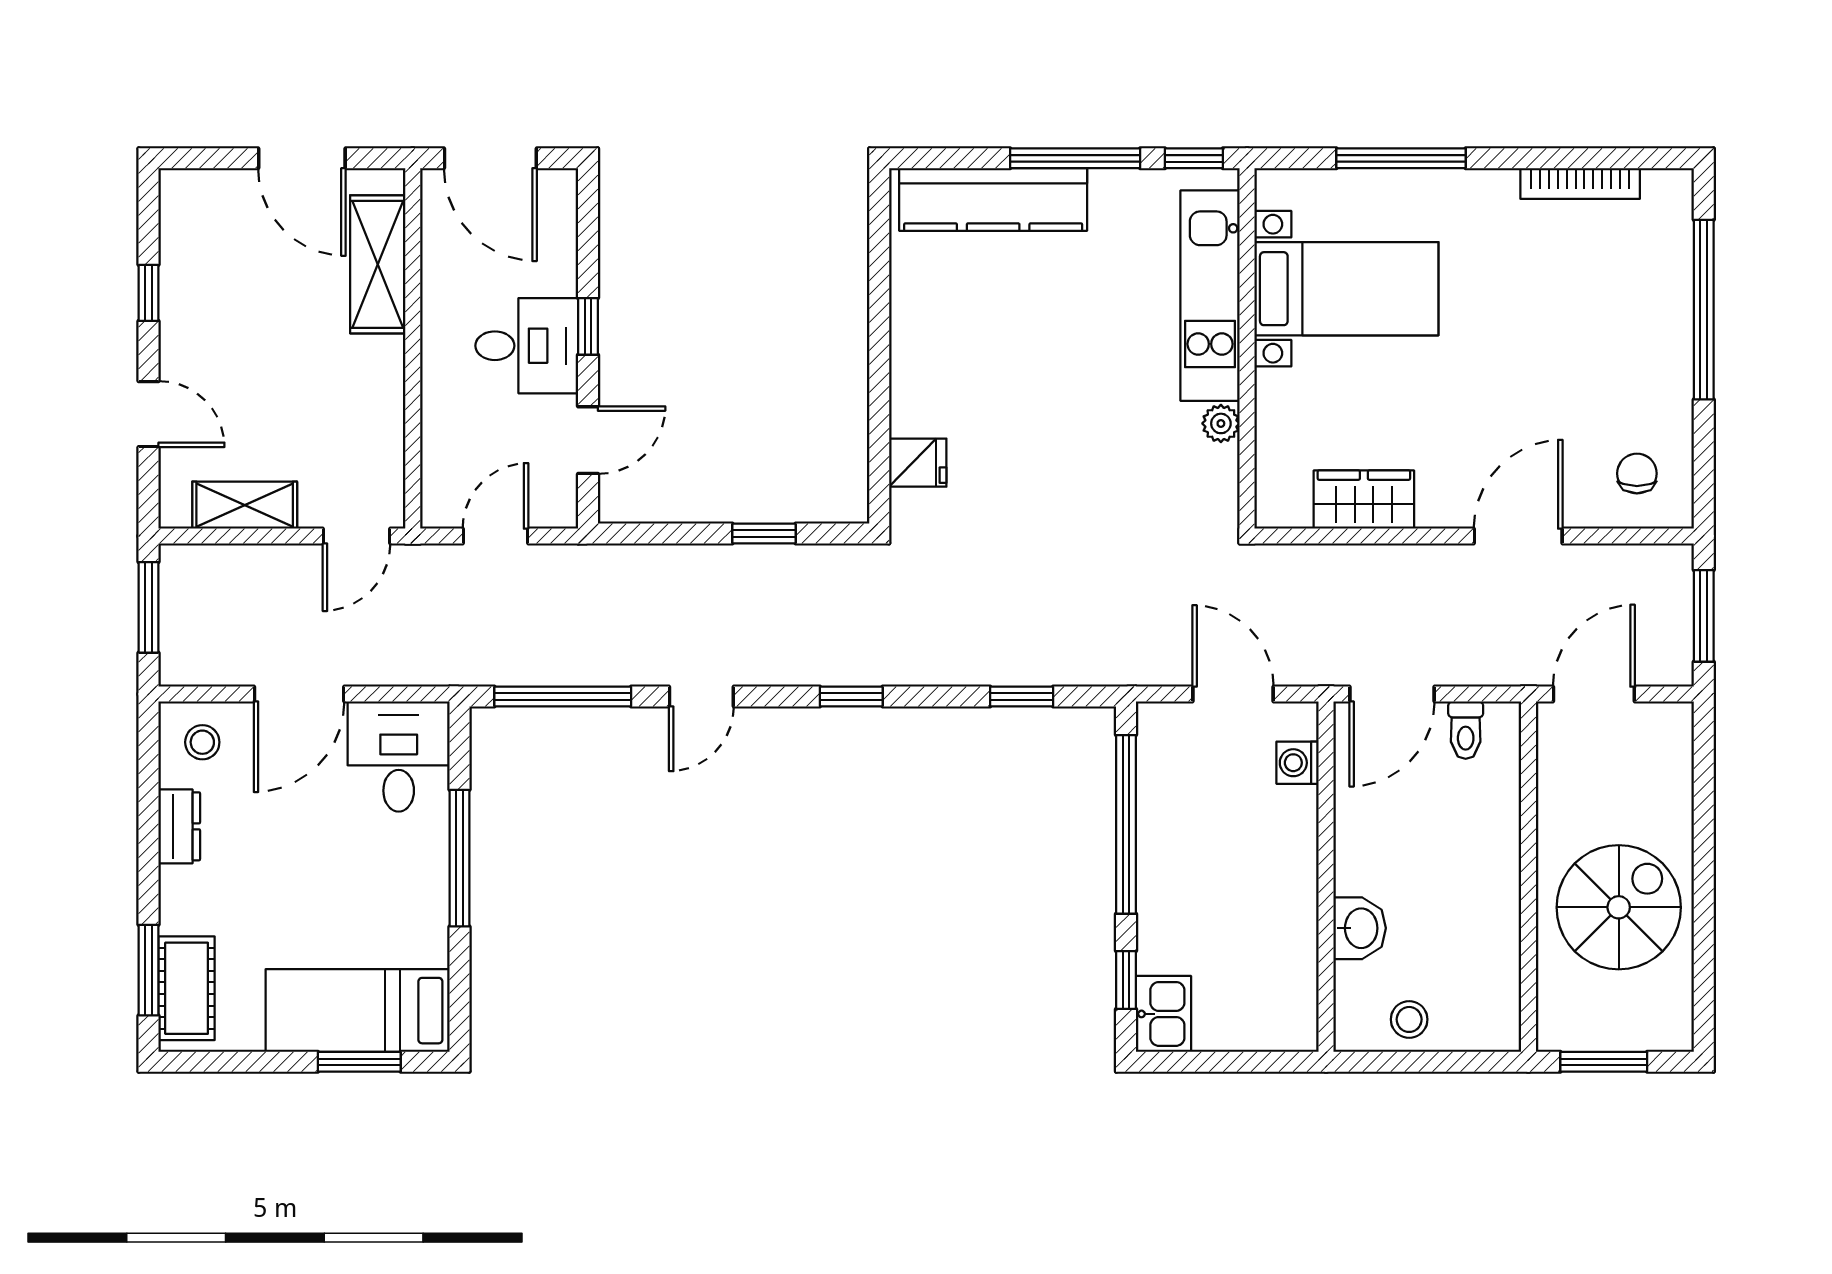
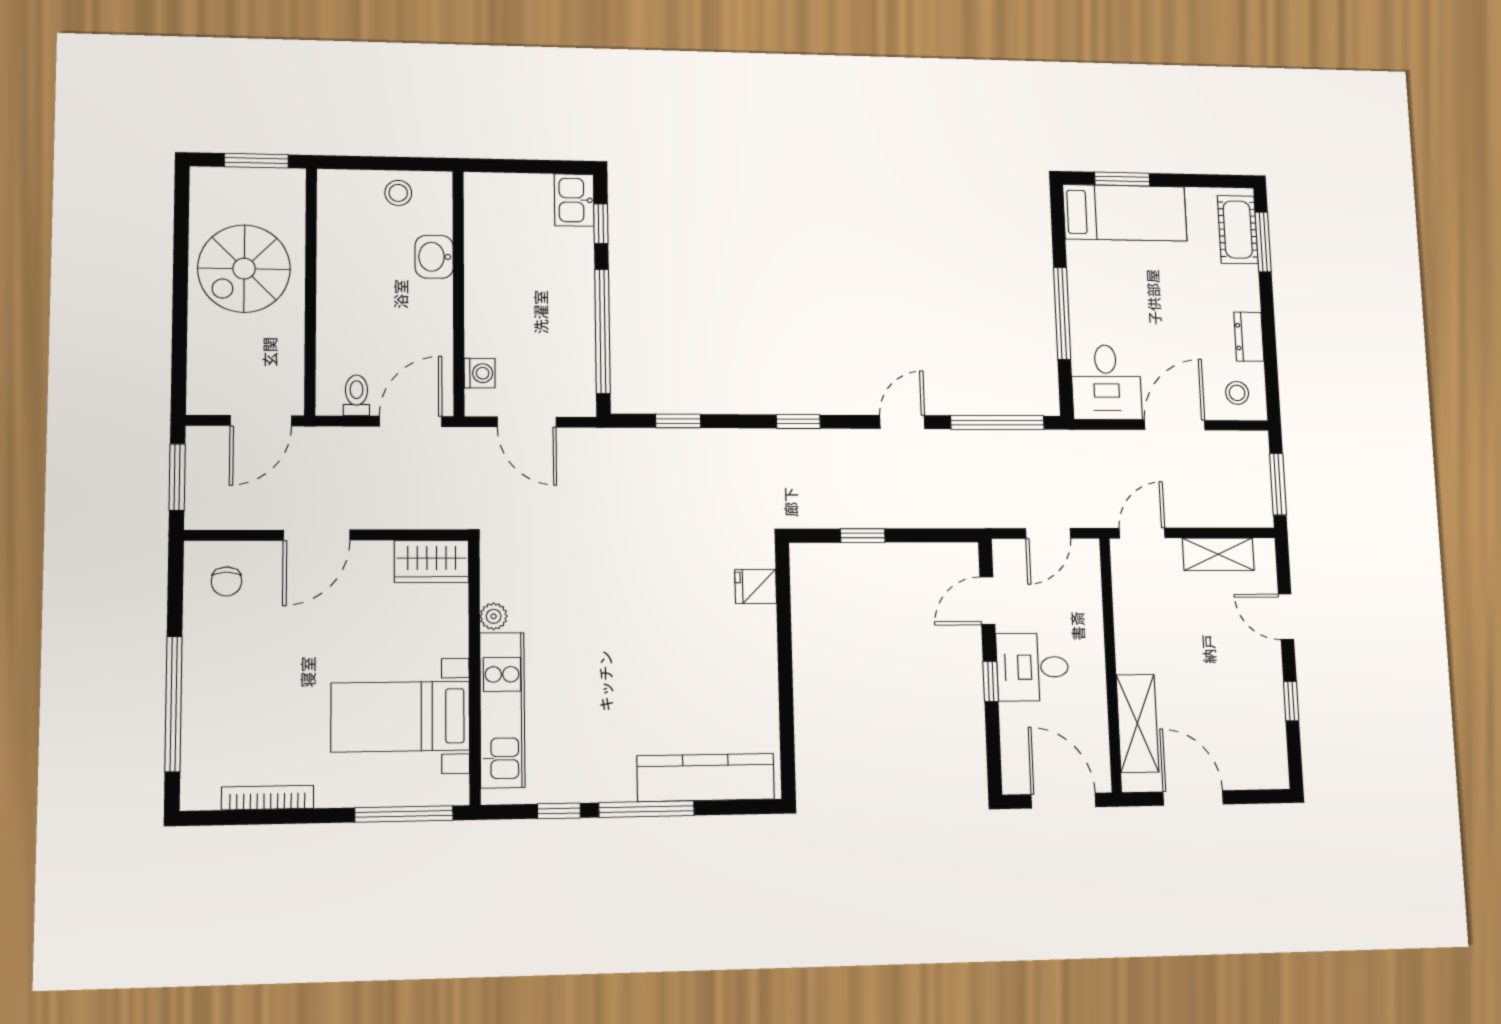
bed with nightstands: (1346, 289) -> (400, 717), moved
kitchen unit: (1210, 296) -> (502, 710), moved
wall: (1247, 348) -> (475, 671), moved
plant: (1221, 423) -> (494, 616), moved

